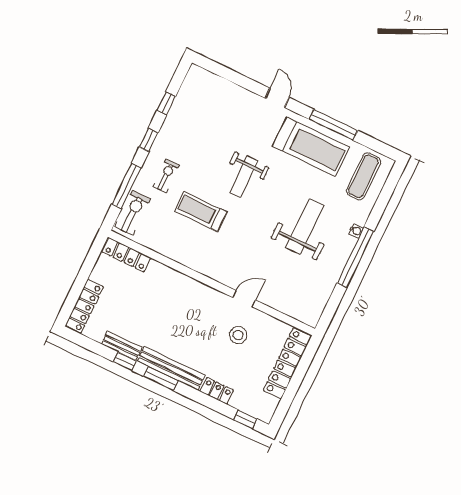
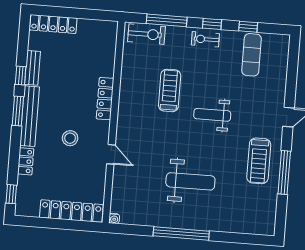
treadmill: (311, 147) -> (259, 161), width x0.73, depth x0.73
exercise bike: (166, 176) -> (205, 39), moved, turned 180
exercise mat: (363, 176) -> (252, 55), moved, turned 90
water cooler: (356, 231) -> (114, 218), moved
locker: (126, 255) -> (105, 99), moved
stool: (238, 335) -> (70, 138), moved

